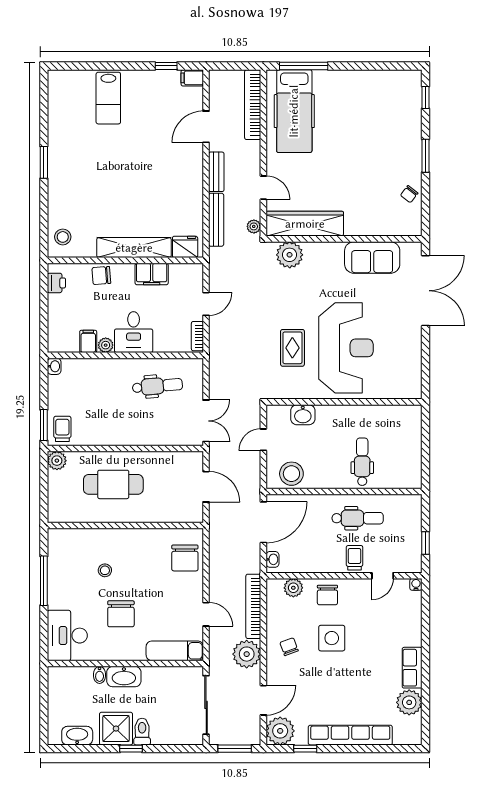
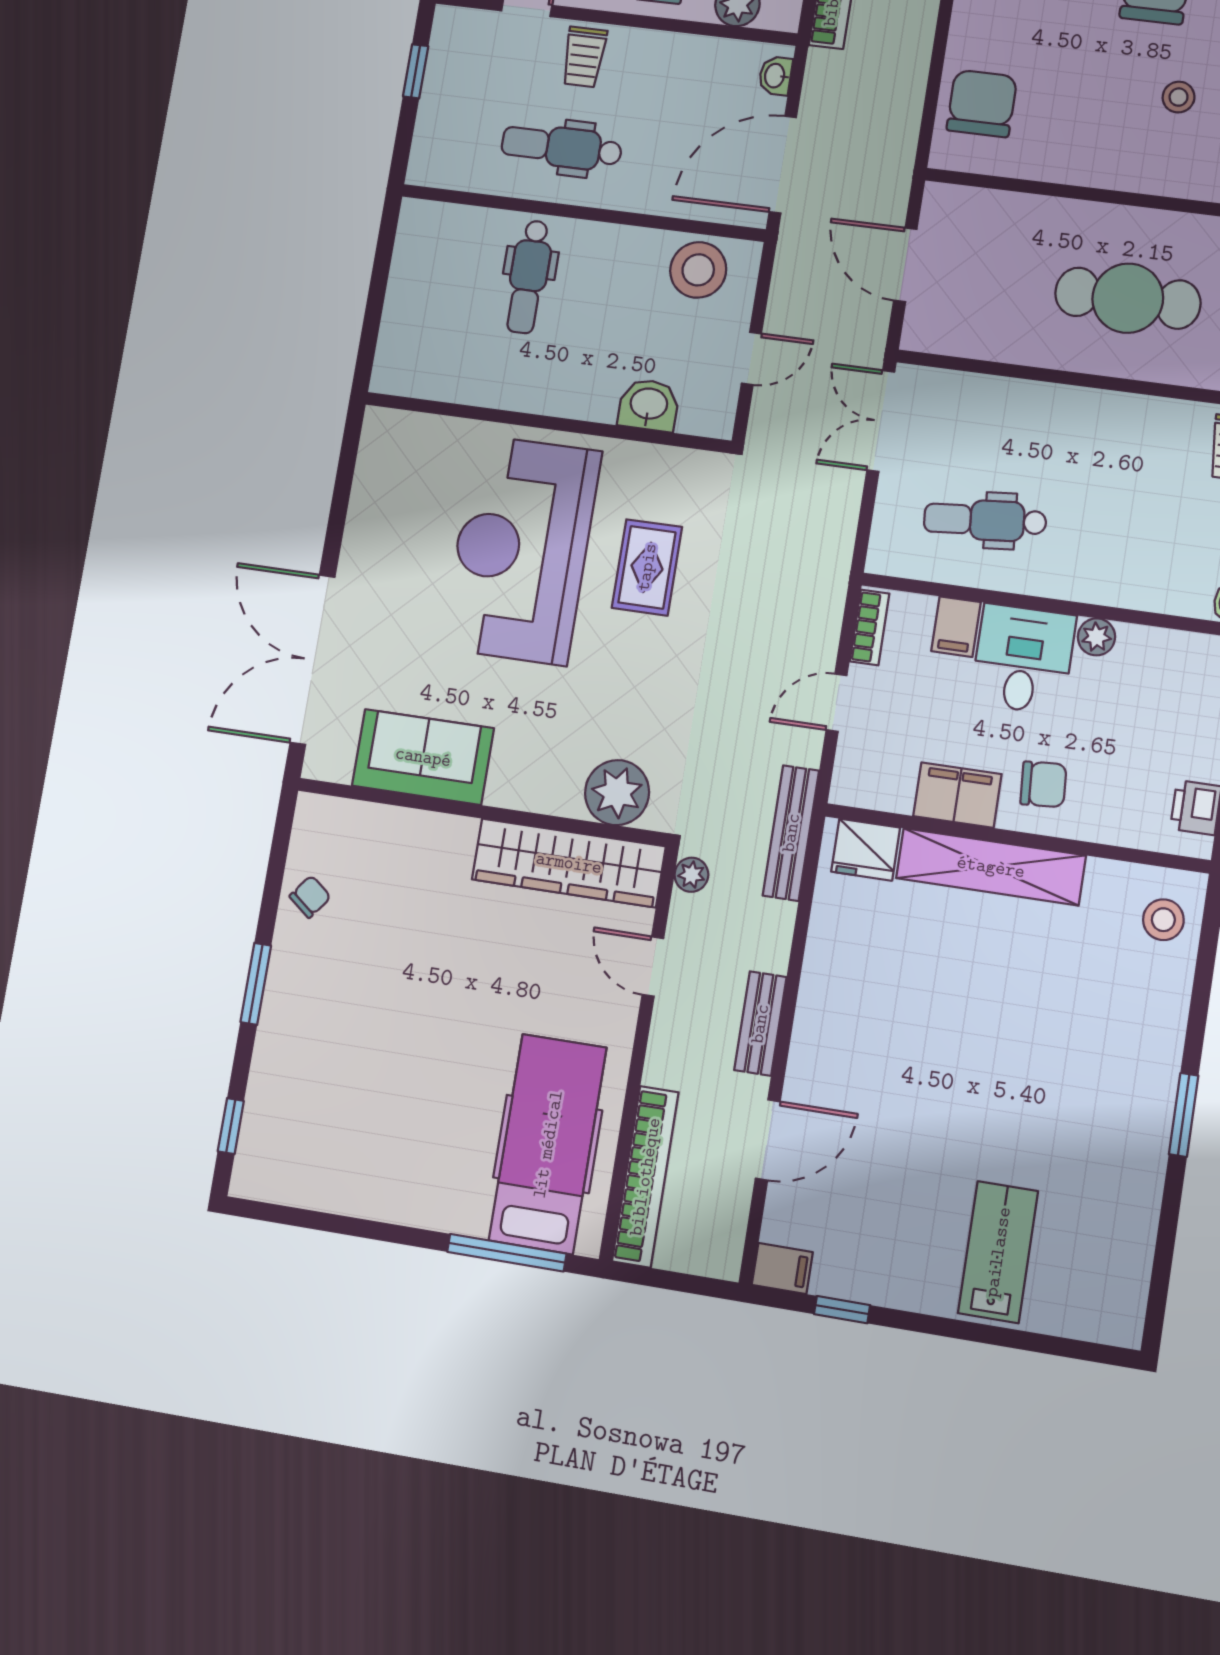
bench: (216, 220) -> (791, 833), moved
chair: (101, 275) -> (1043, 784), moved
filing cabinet: (88, 341) -> (956, 627), moved

